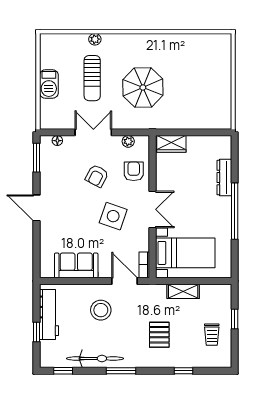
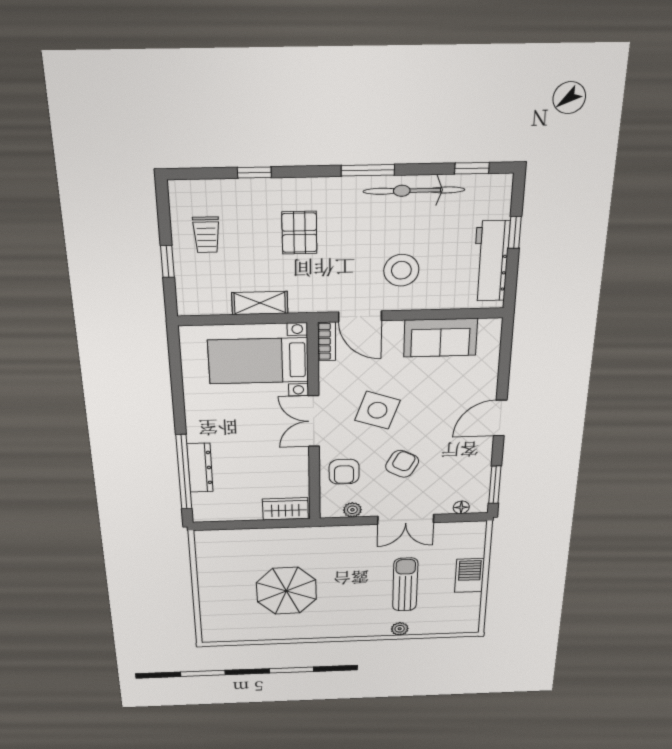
parasol: (143, 87) -> (286, 591), moved
door: (36, 208) -> (500, 418), swing flipped
window: (235, 211) -> (184, 472), moved
trolley: (212, 335) -> (206, 235), turned 180

